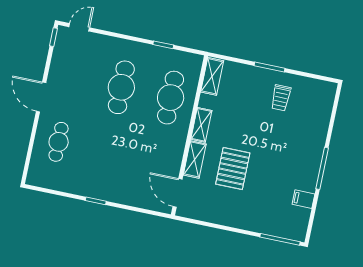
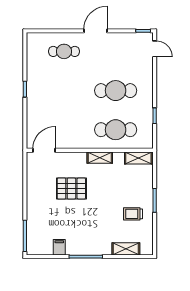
shelving: (195, 159) -> (126, 249), moved

